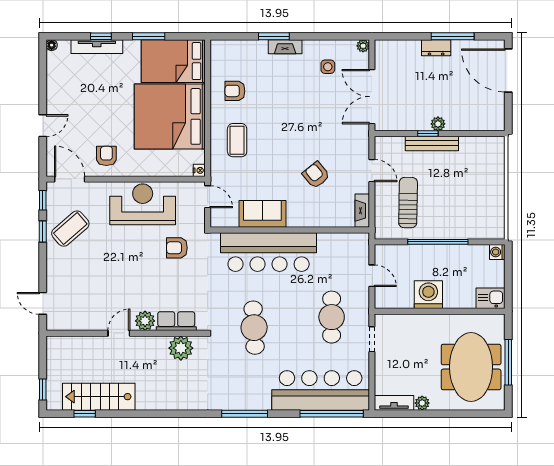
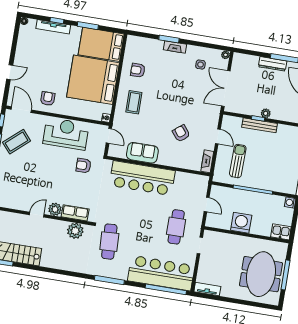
dresser: (436, 48) -> (273, 64), width x1.44
cafe table: (254, 328) -> (109, 242), moved
plant: (422, 403) -> (225, 292), removed

